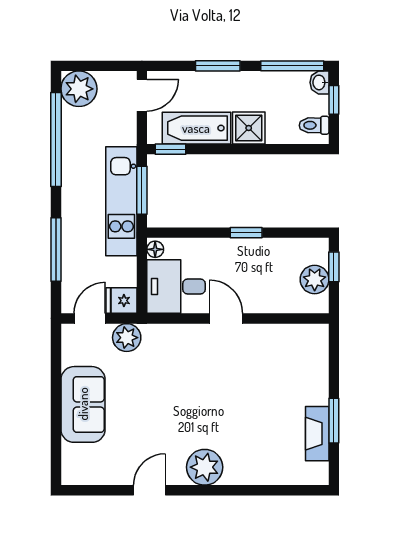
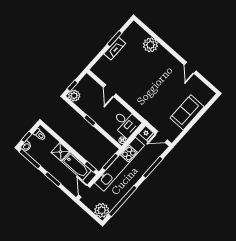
door: (142, 95) -> (84, 191), hinge flipped
kitchen unit: (121, 201) -> (120, 164), width x1.36
plant: (315, 280) -> (74, 96), moved
door: (226, 318) -> (110, 91), moved
plant: (127, 338) -> (155, 121), removed
fireplace: (317, 434) -> (115, 49), moved
plant: (205, 467) -> (150, 45), moved
door: (149, 490) -> (190, 68), hinge flipped

